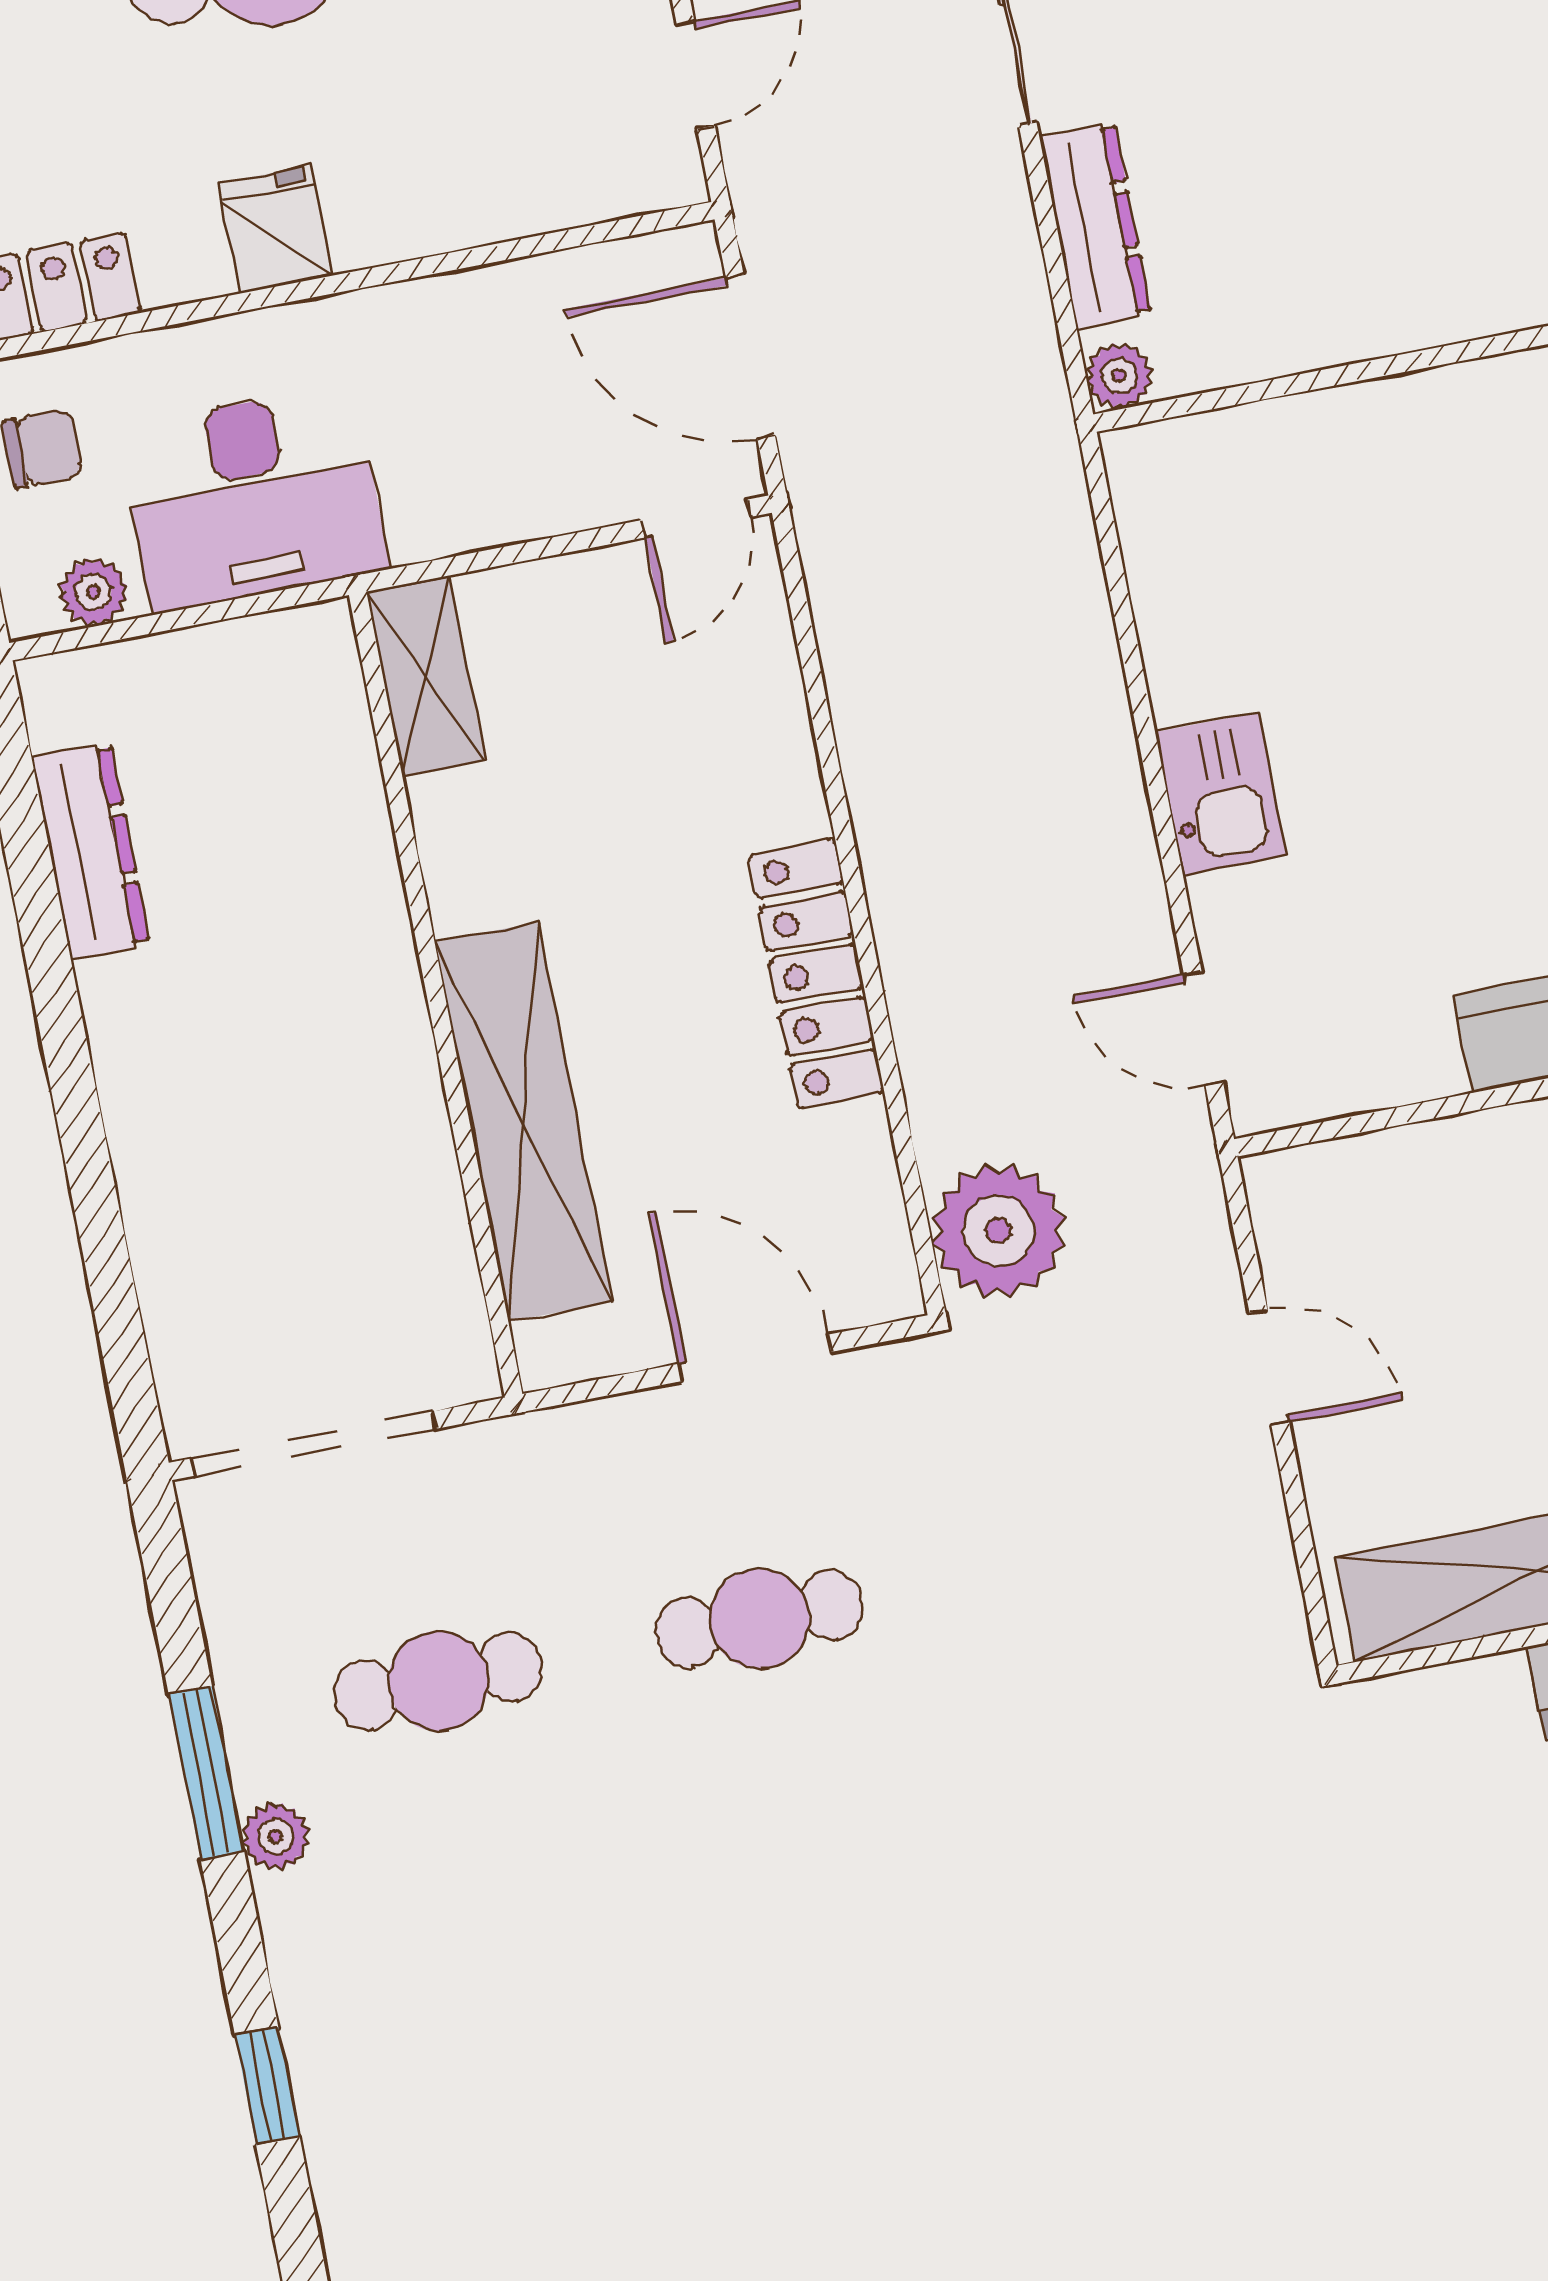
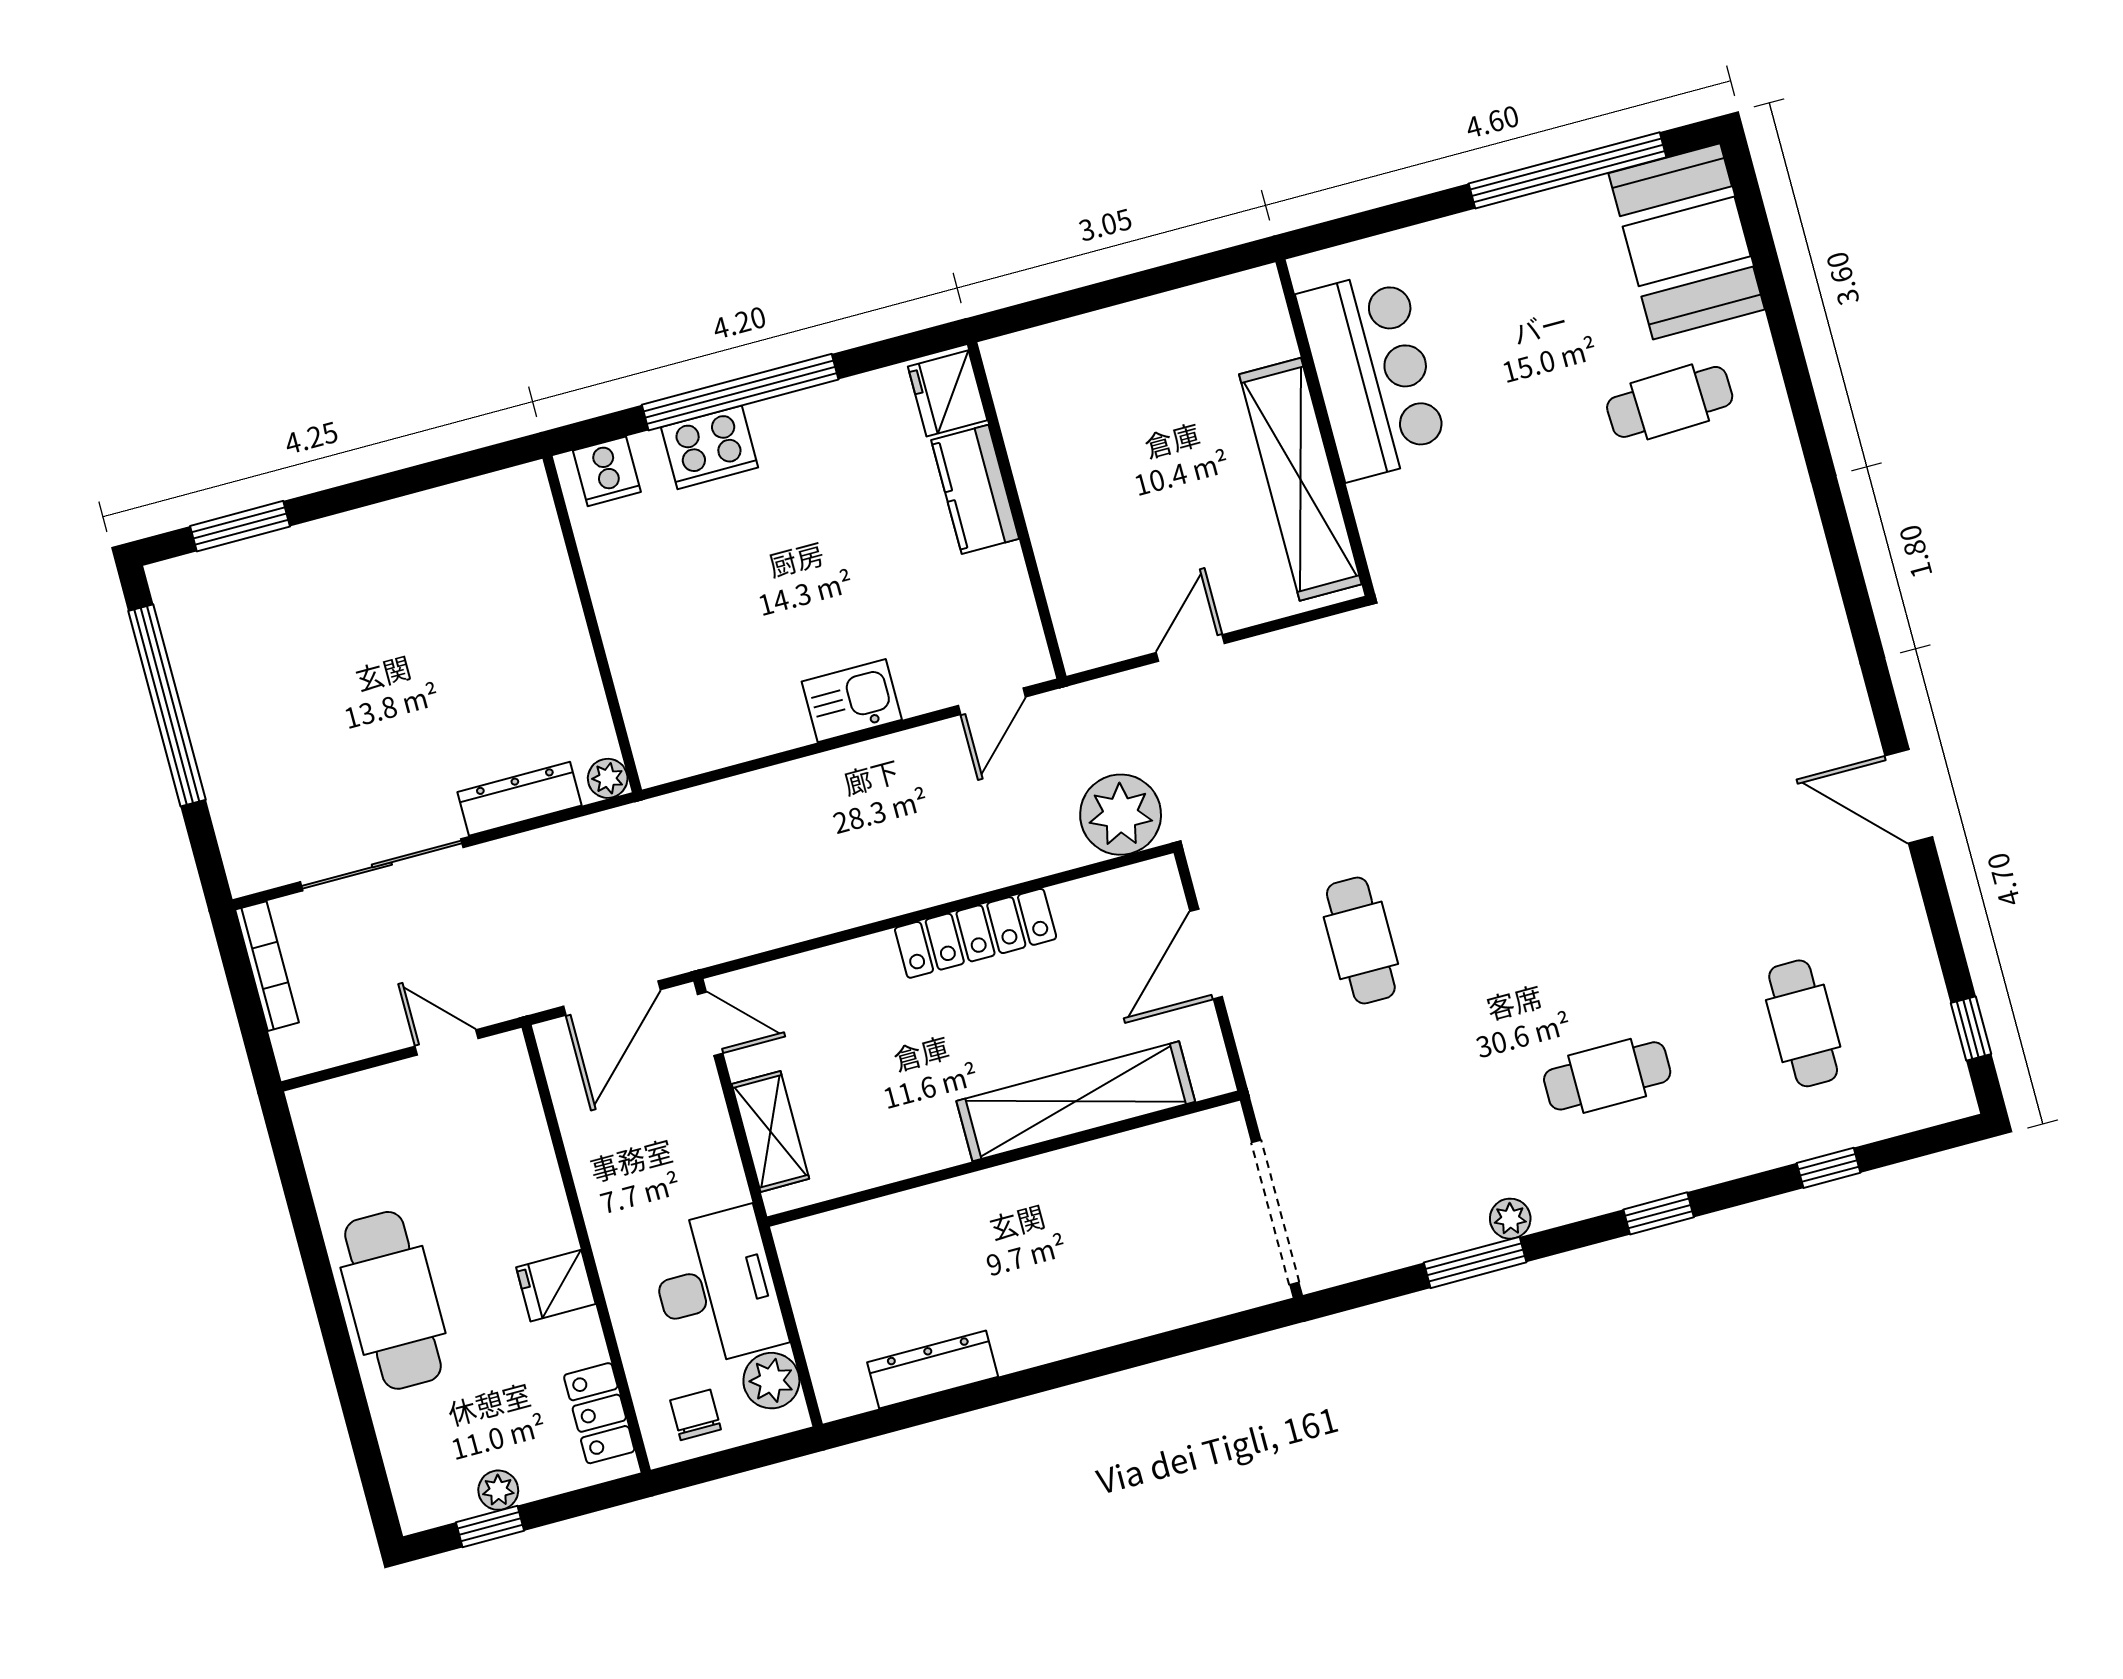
plant: (93, 592) -> (771, 1381), width x1.38, depth x1.38
shelving: (426, 676) -> (770, 1131), moved, turned 90
cafe table: (438, 1681) -> (1607, 1076), moved, turned 90

